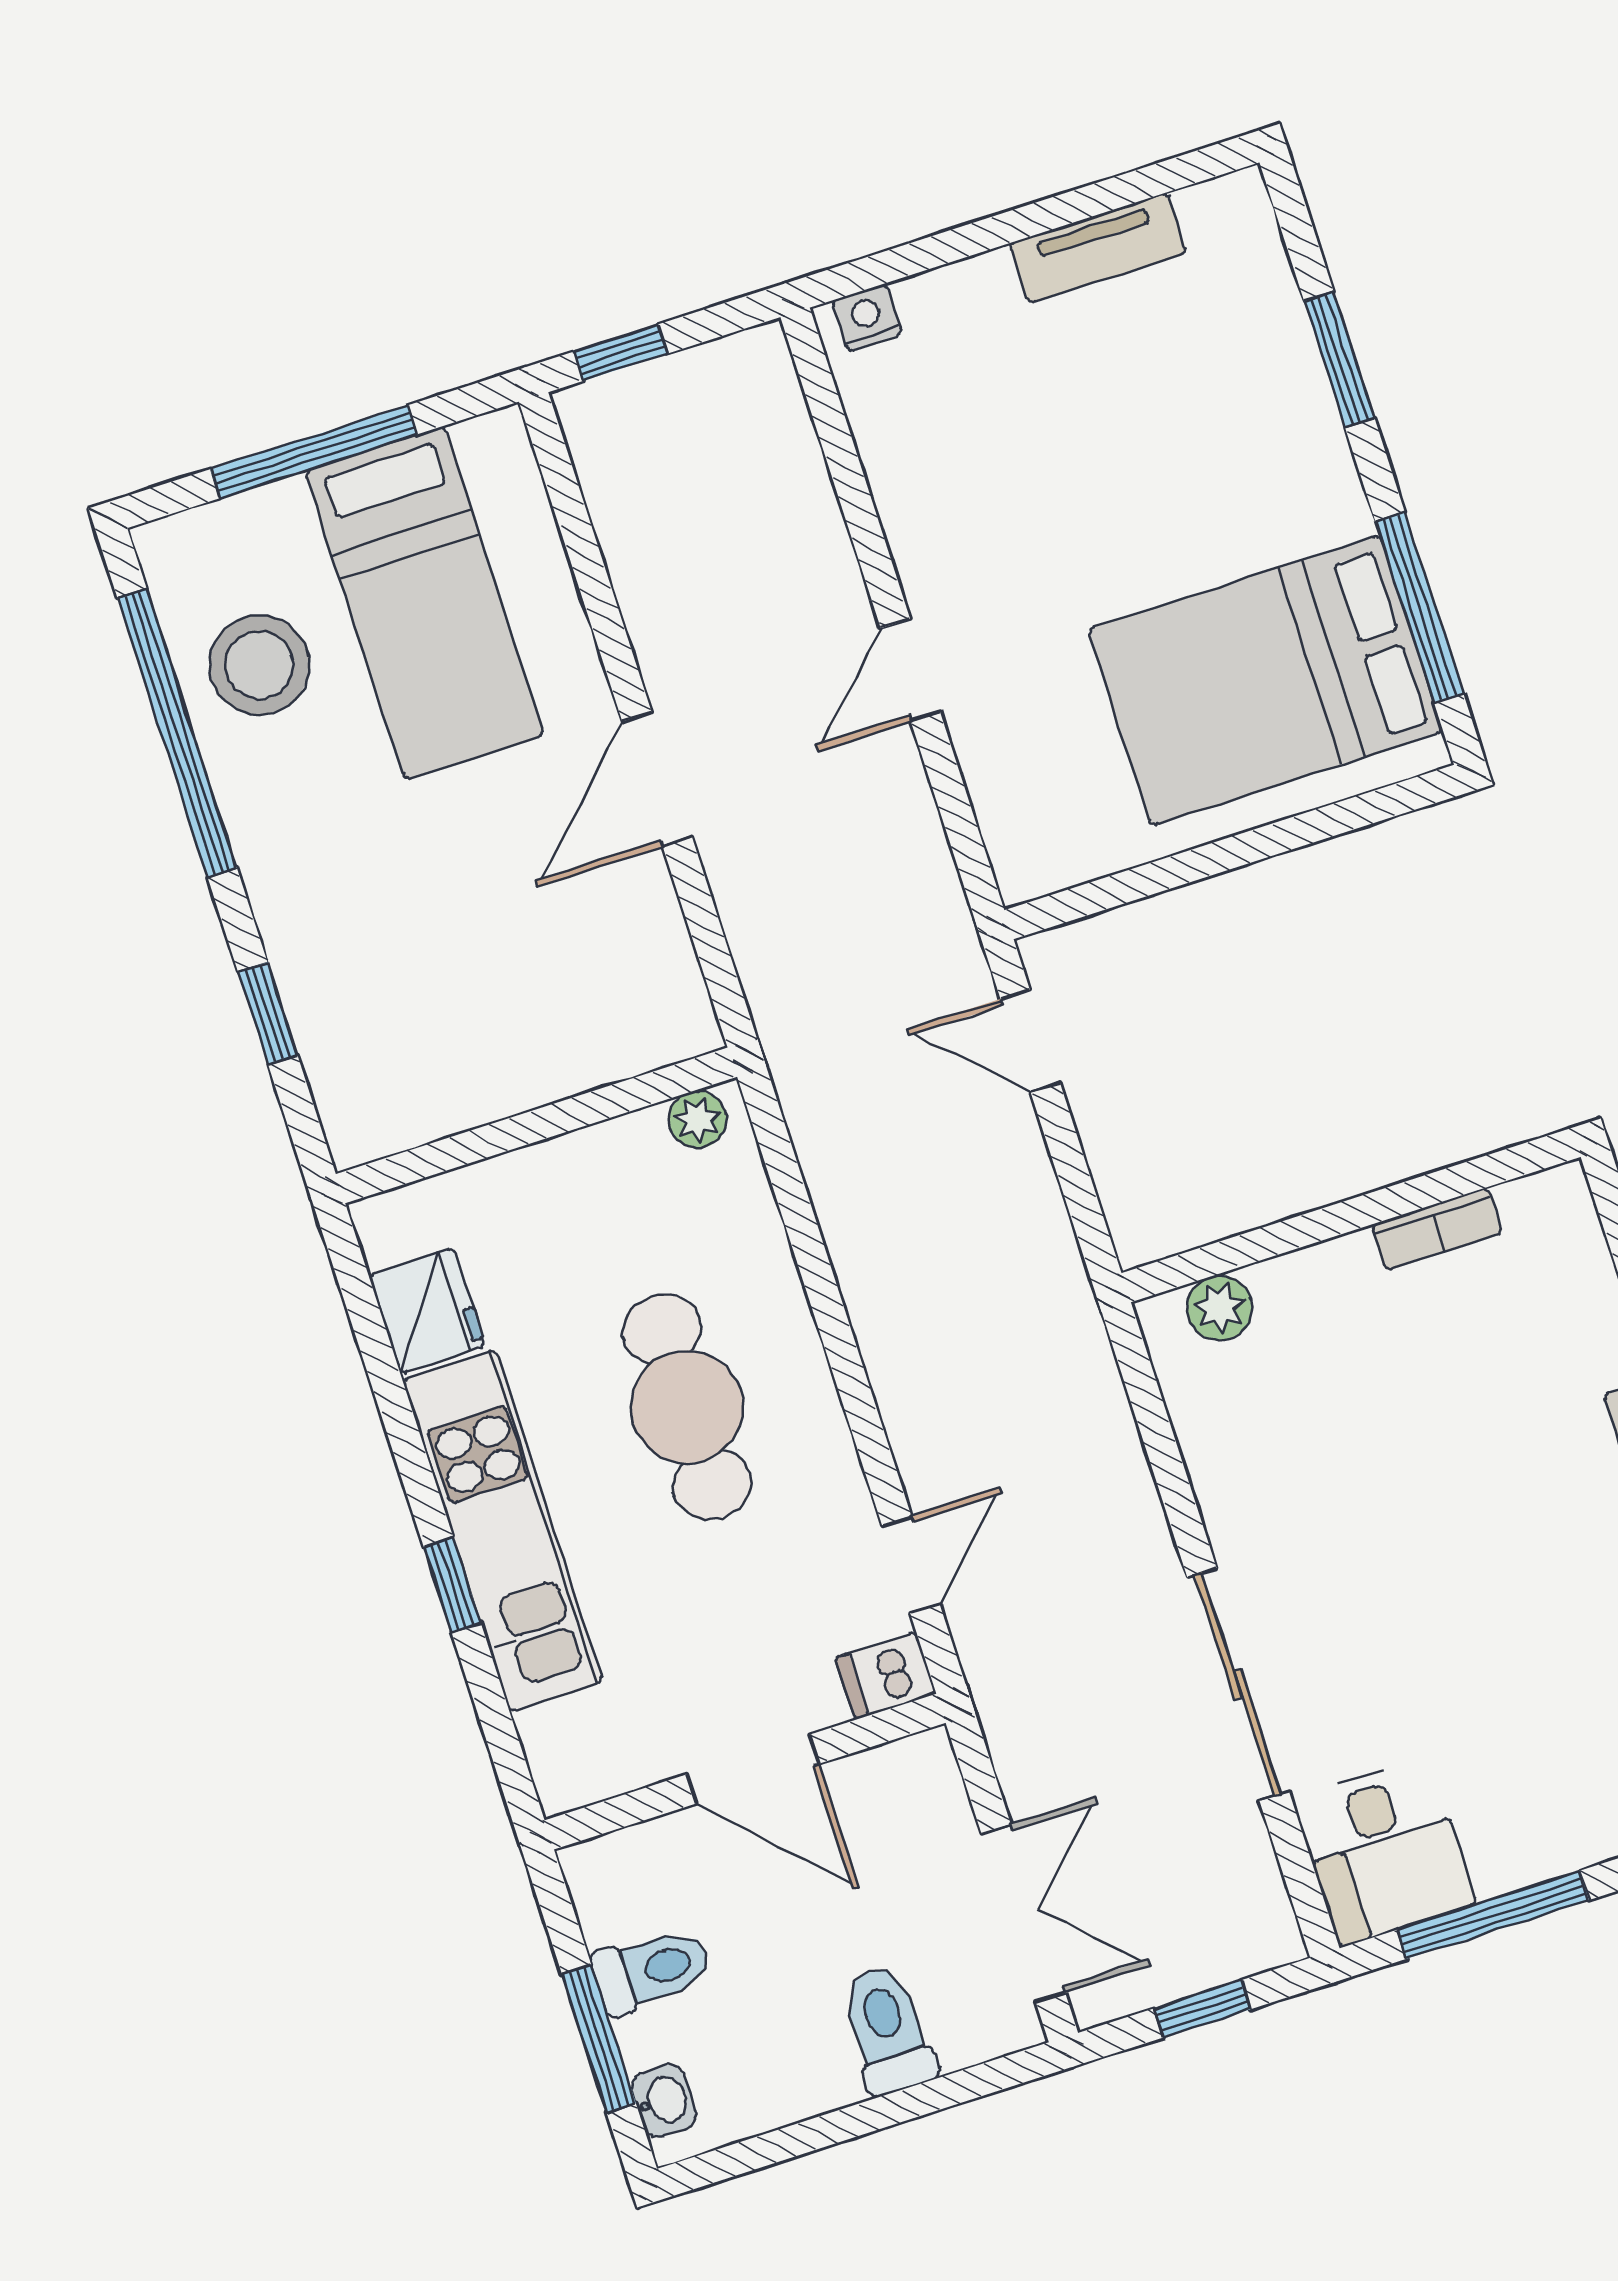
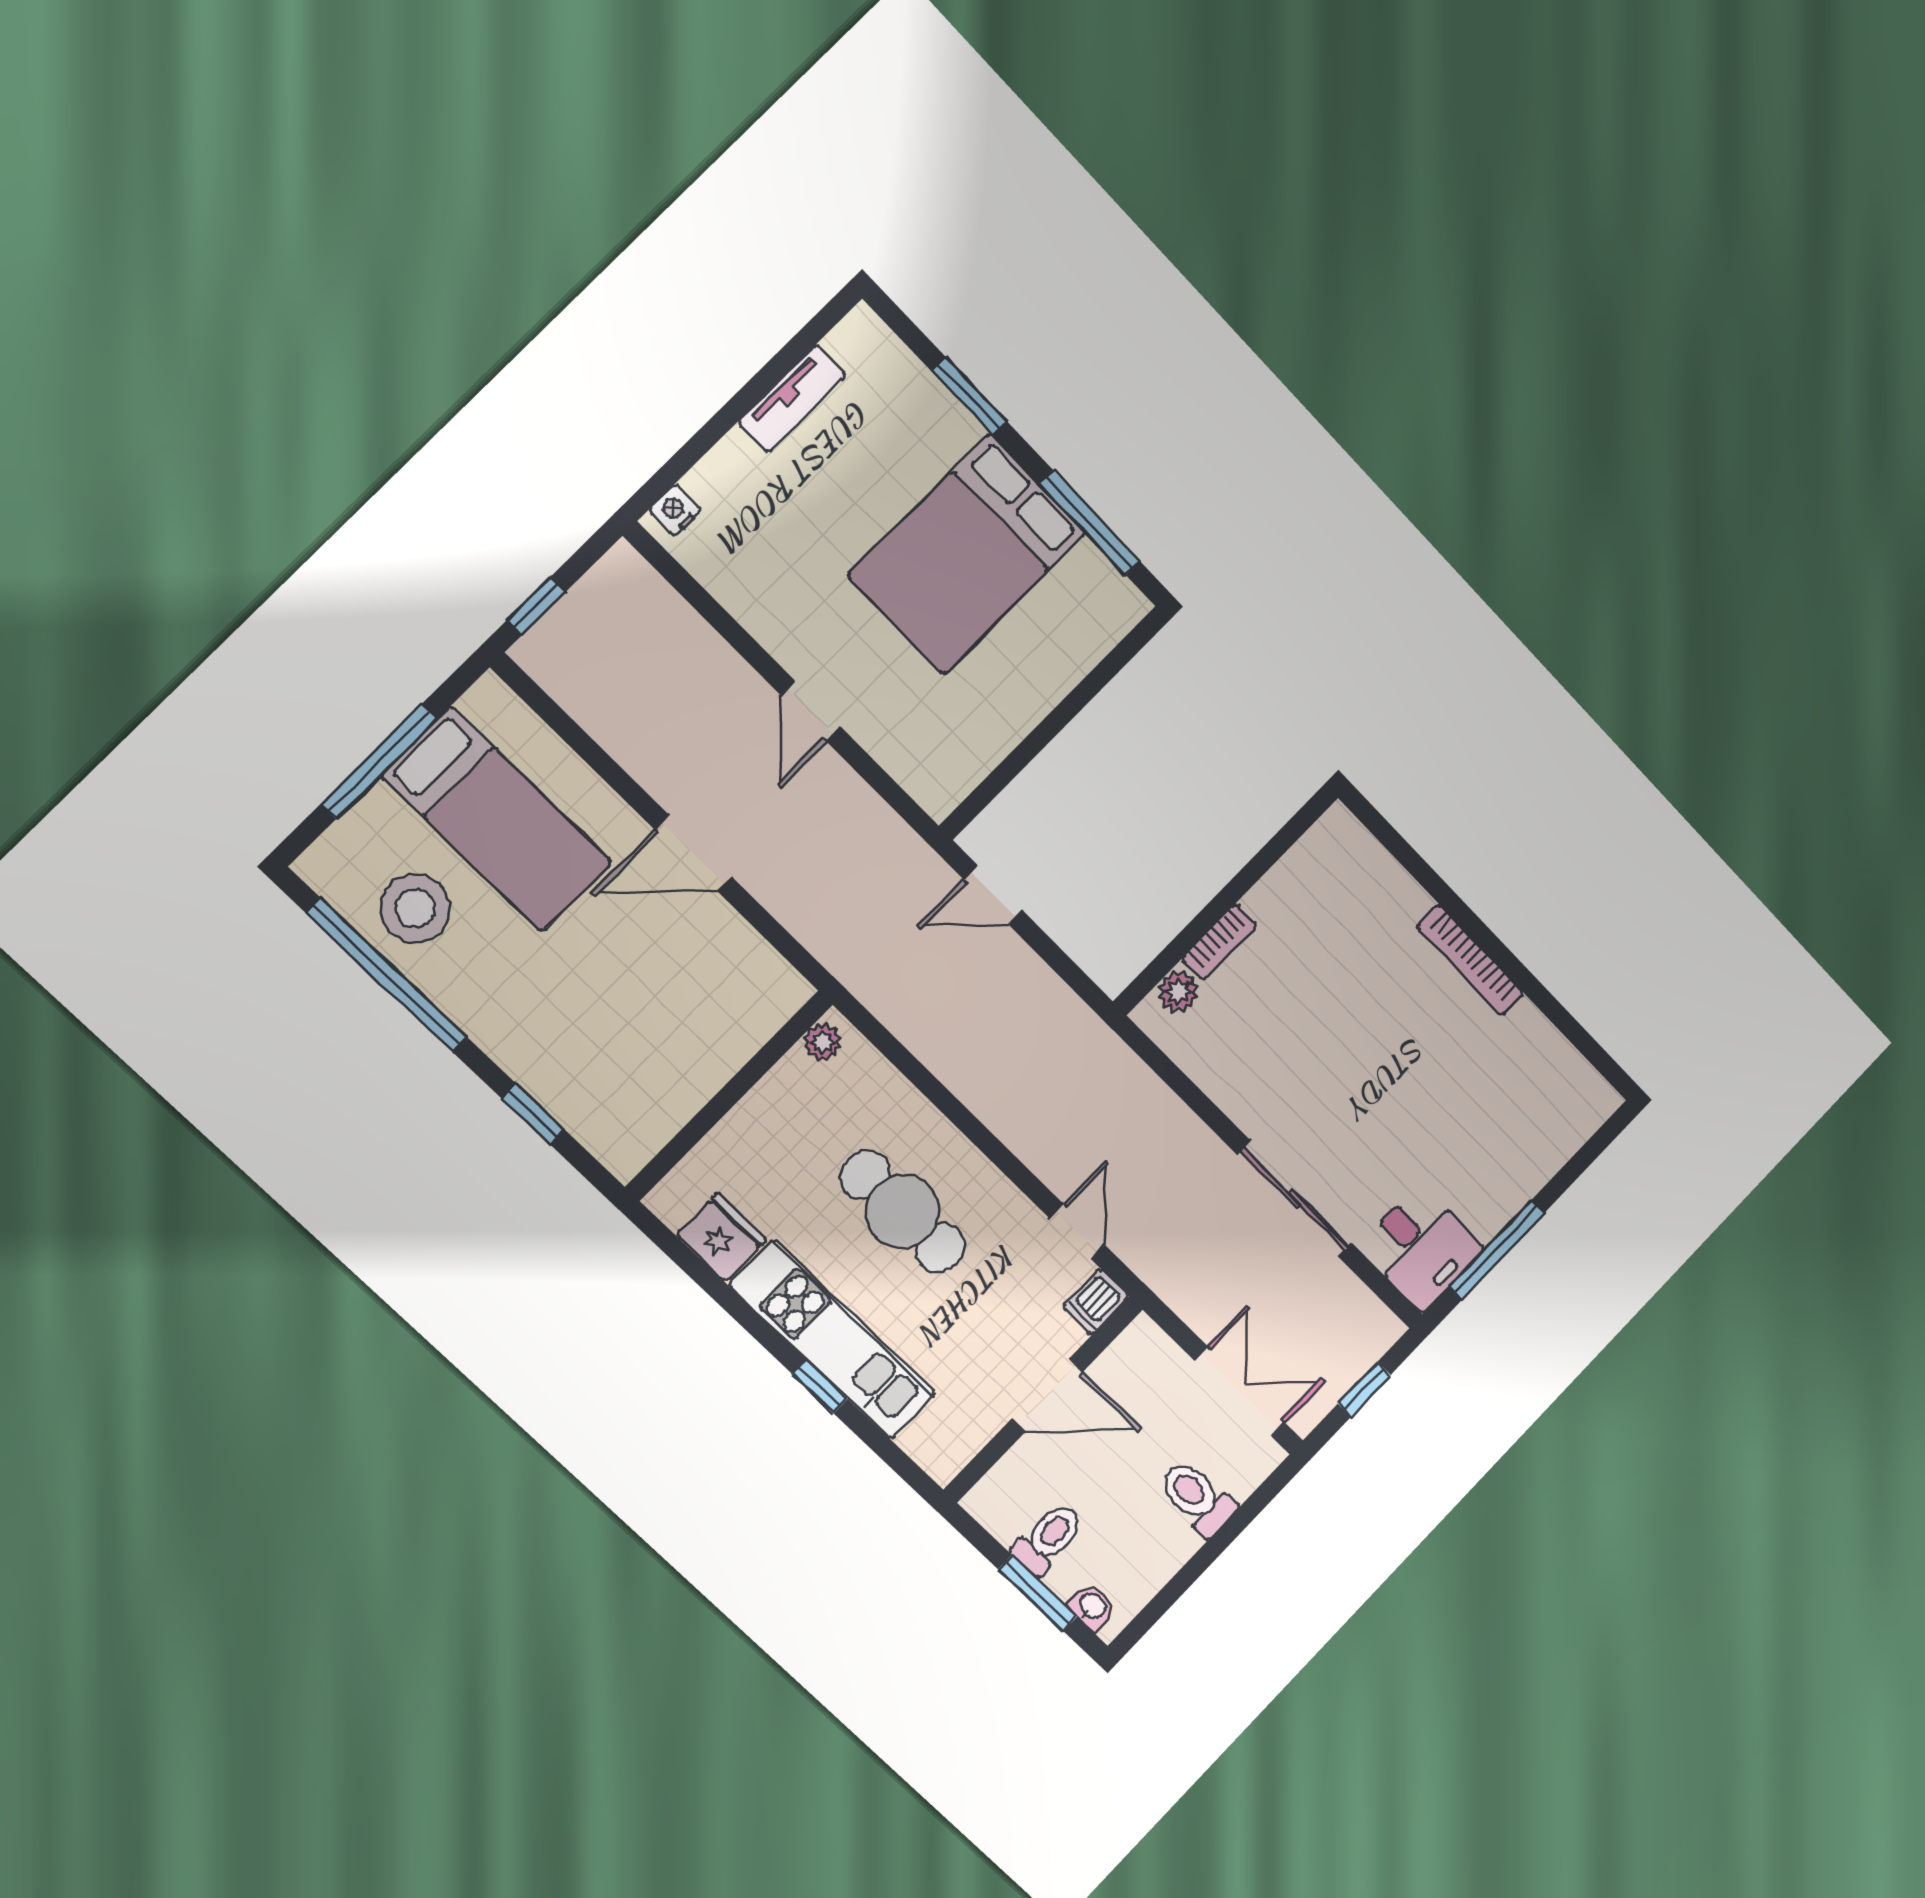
bed: (1266, 681) -> (967, 554), moved
door: (657, 779) -> (694, 854), hinge flipped
bookcase: (1437, 1229) -> (1219, 942), moved

